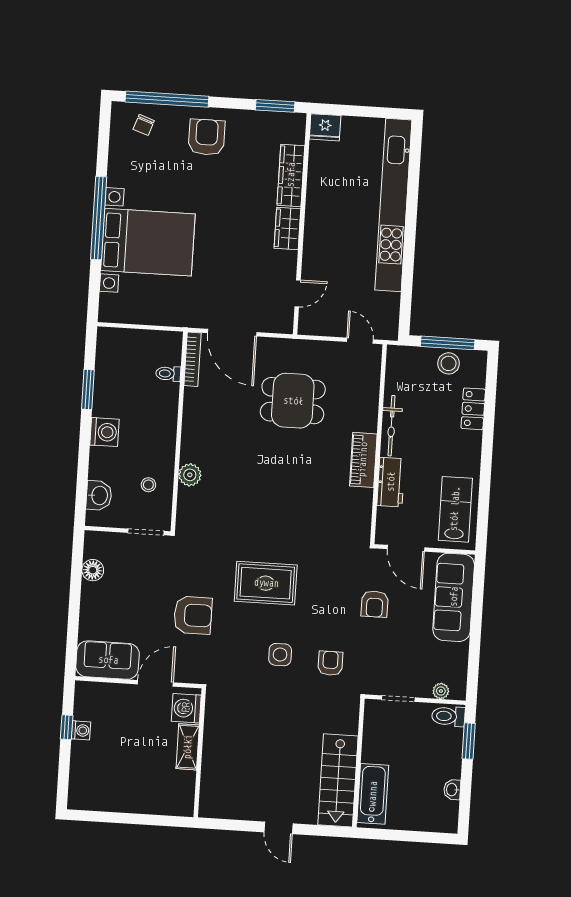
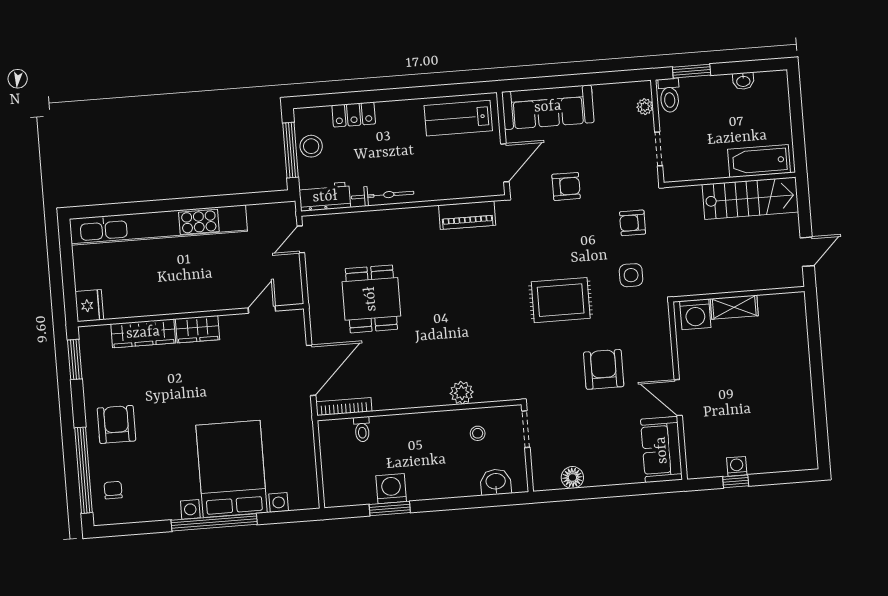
chair: (144, 125) -> (113, 490), turned -109
armchair: (207, 137) -> (116, 424), turned 90
door: (298, 293) -> (262, 310), hinge flipped
washing machine: (104, 432) -> (391, 489), moved
piano: (363, 460) -> (467, 215), moved
workbench: (391, 482) -> (325, 197), moved
rug: (266, 583) -> (561, 300), turned 90
washing machine: (186, 708) -> (695, 314), moved
shelving: (188, 747) -> (734, 307), moved
wall: (200, 753) -> (739, 294), moved

